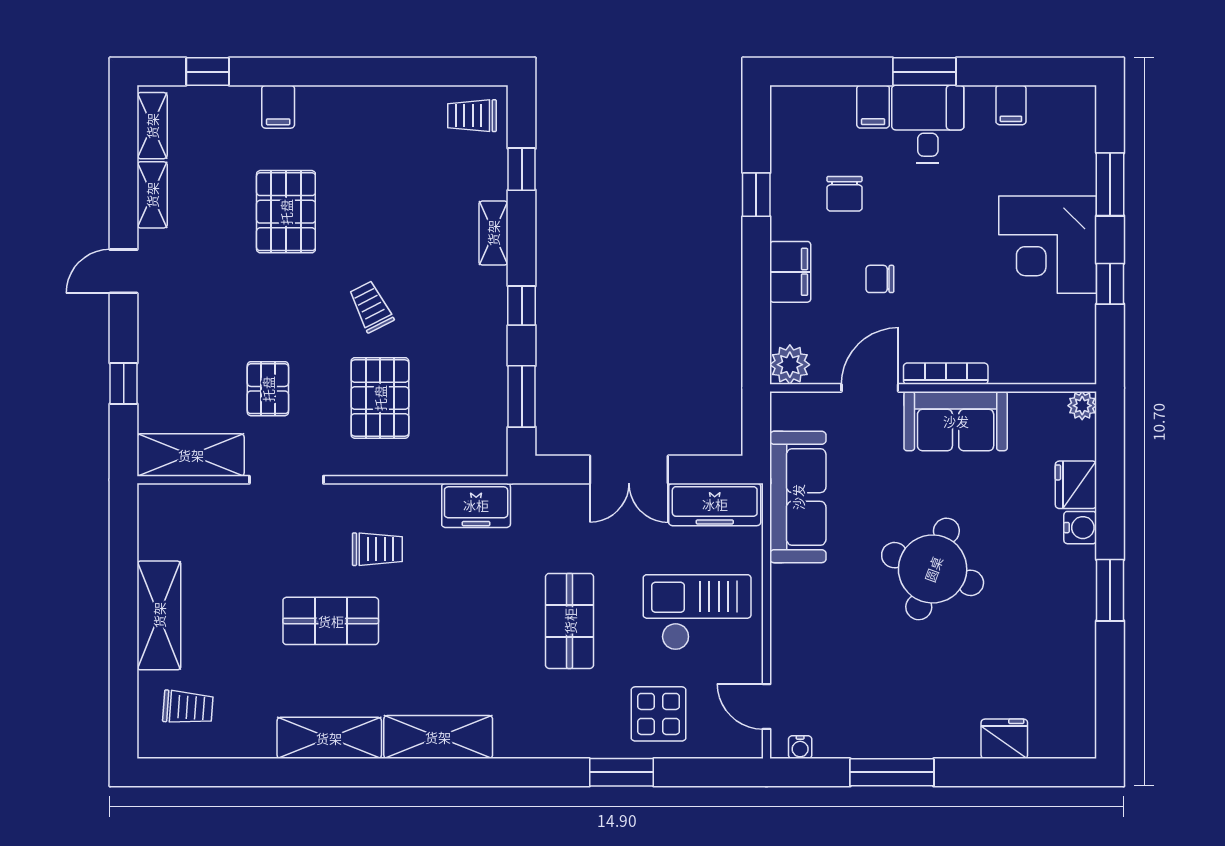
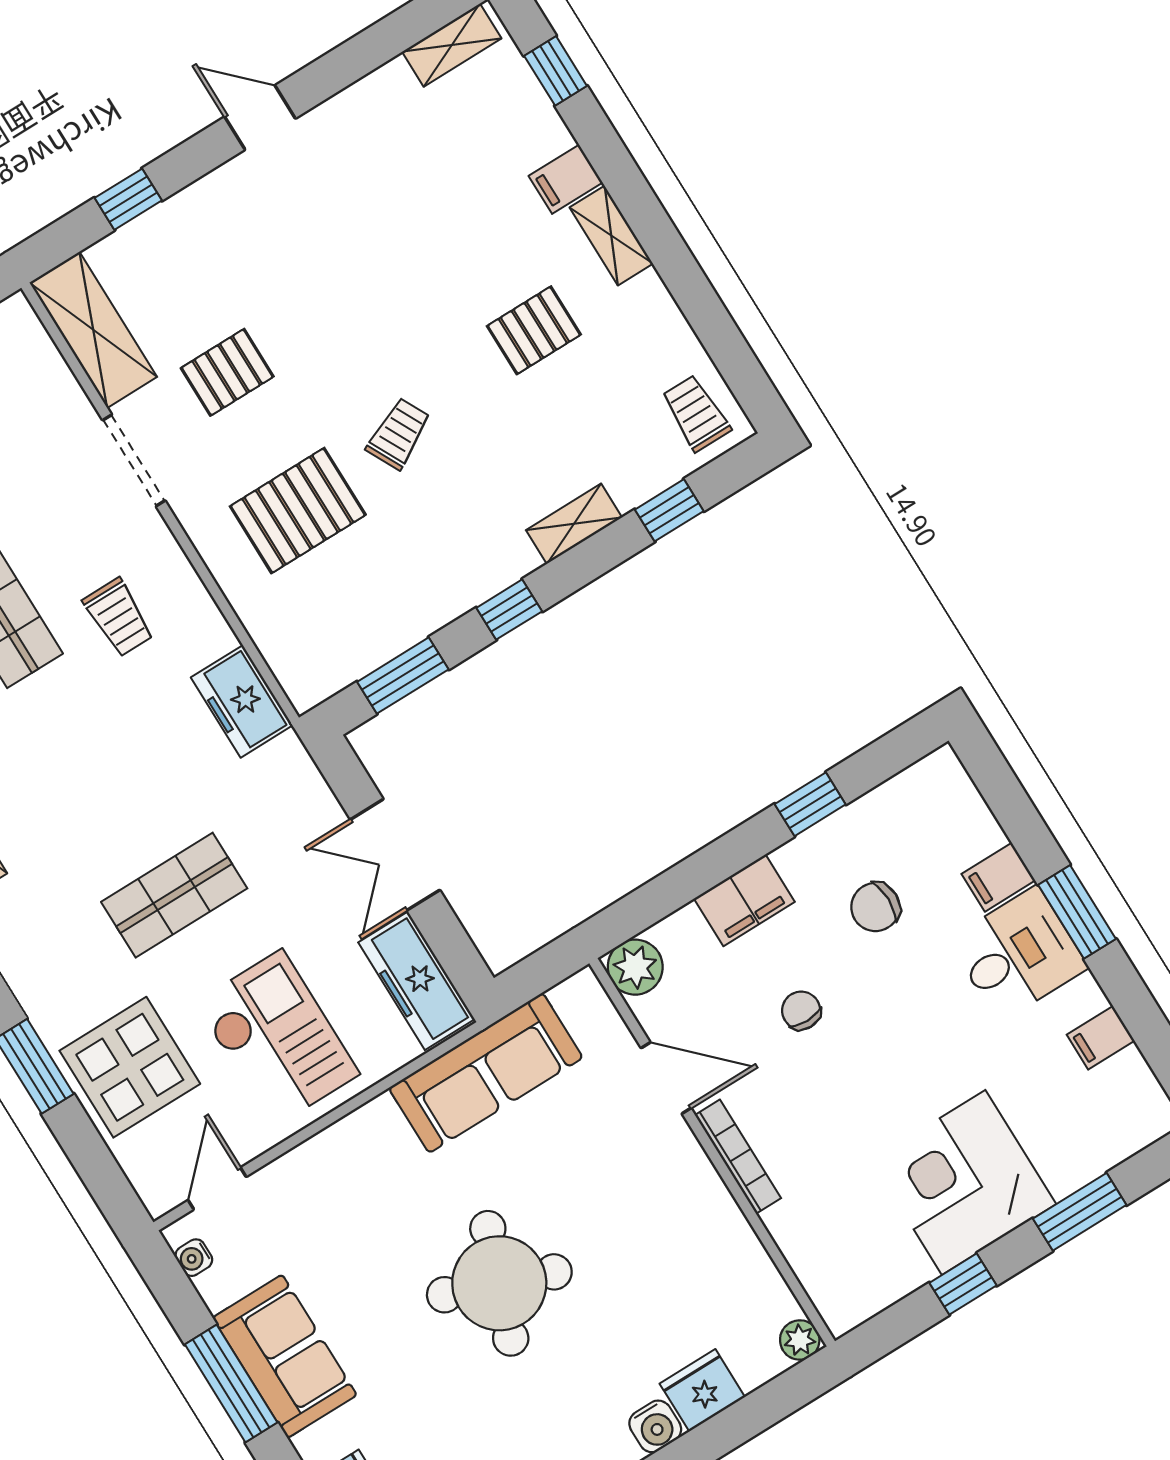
shelving: (152, 195) -> (611, 236), moved, turned 90
pallet: (286, 212) -> (534, 330), moved, width x0.67, depth x0.71
sofa: (956, 421) -> (285, 1356), moved, turned 180
display table: (659, 714) -> (130, 1067), width x1.36, depth x1.36

